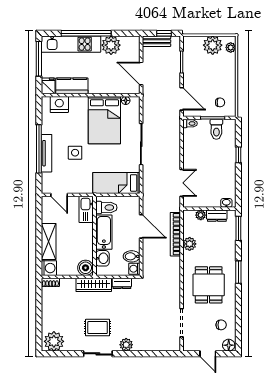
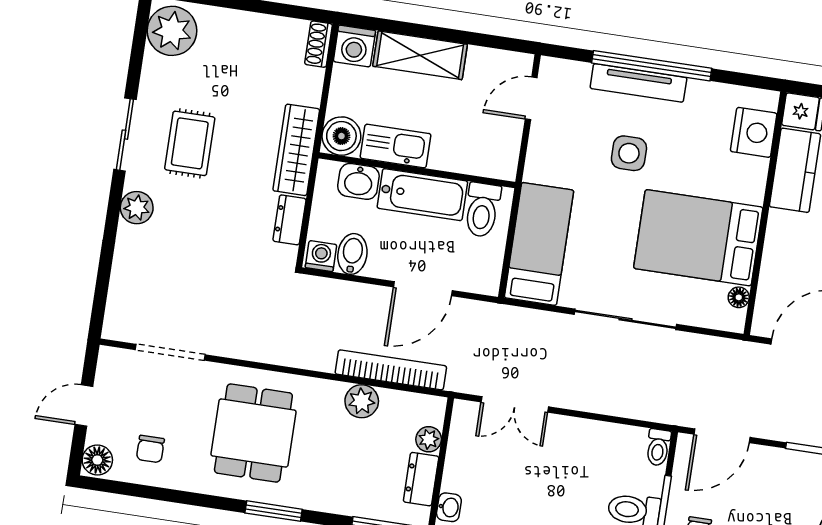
kitchen sink: (86, 209) -> (396, 146), moved
dining table: (209, 285) -> (253, 433), turned 90

